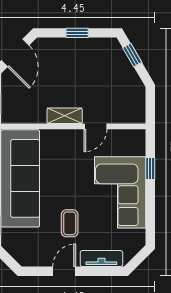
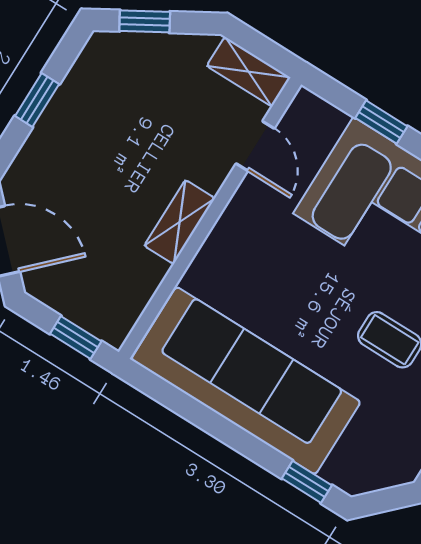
shelving: (138, 106) -> (249, 72), added
door: (95, 126) -> (255, 146), moved

